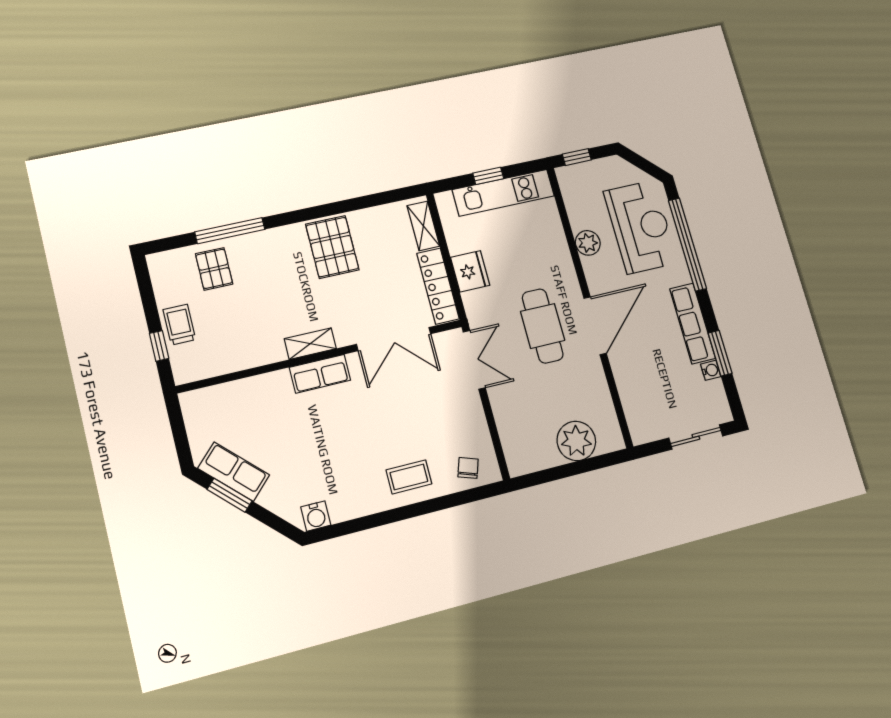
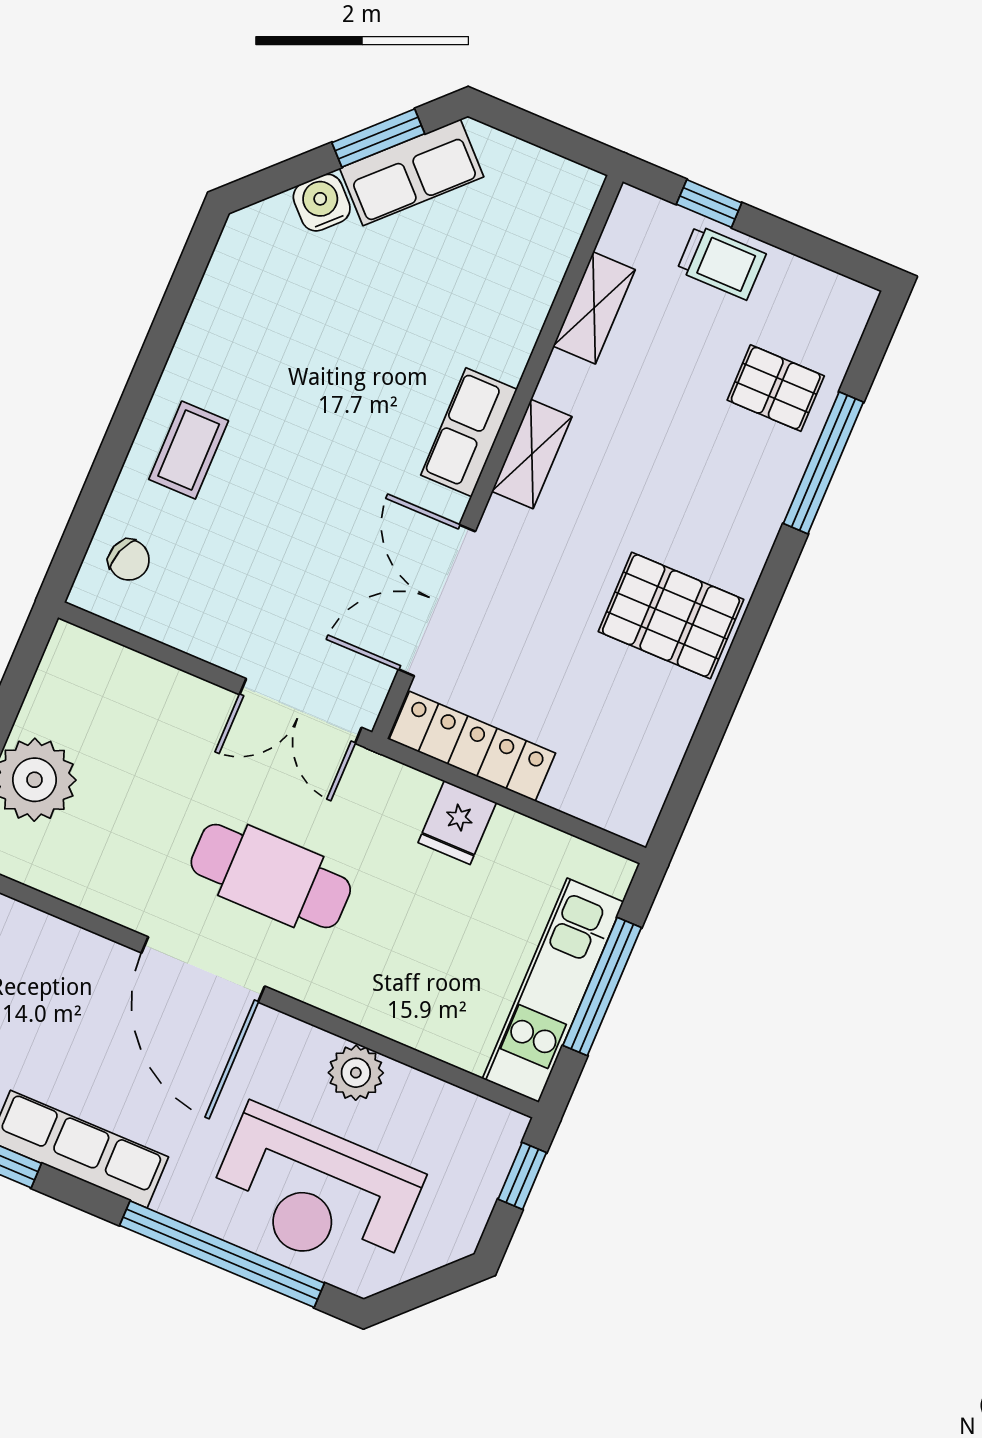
window: (488, 176) -> (602, 987), width x2.17
shelving: (423, 226) -> (594, 308), moved, turned 90
fridge: (470, 271) -> (457, 823), width x0.72
water cooler: (316, 516) -> (322, 203), moved, turned 45

